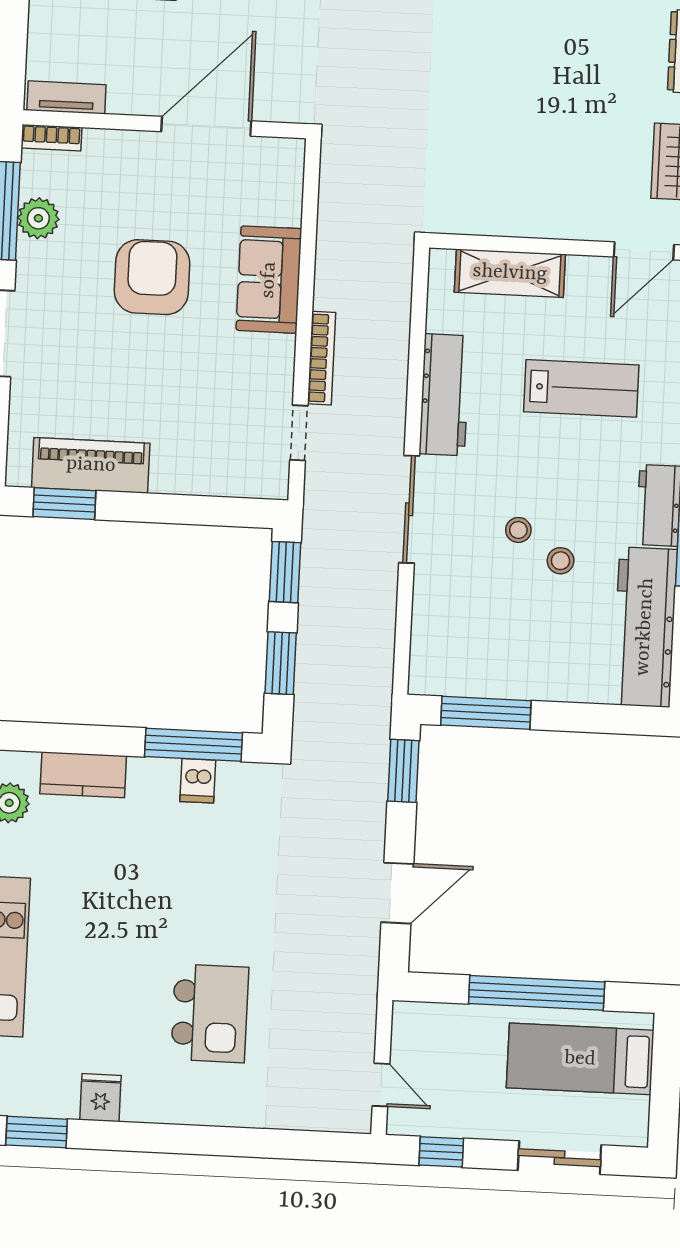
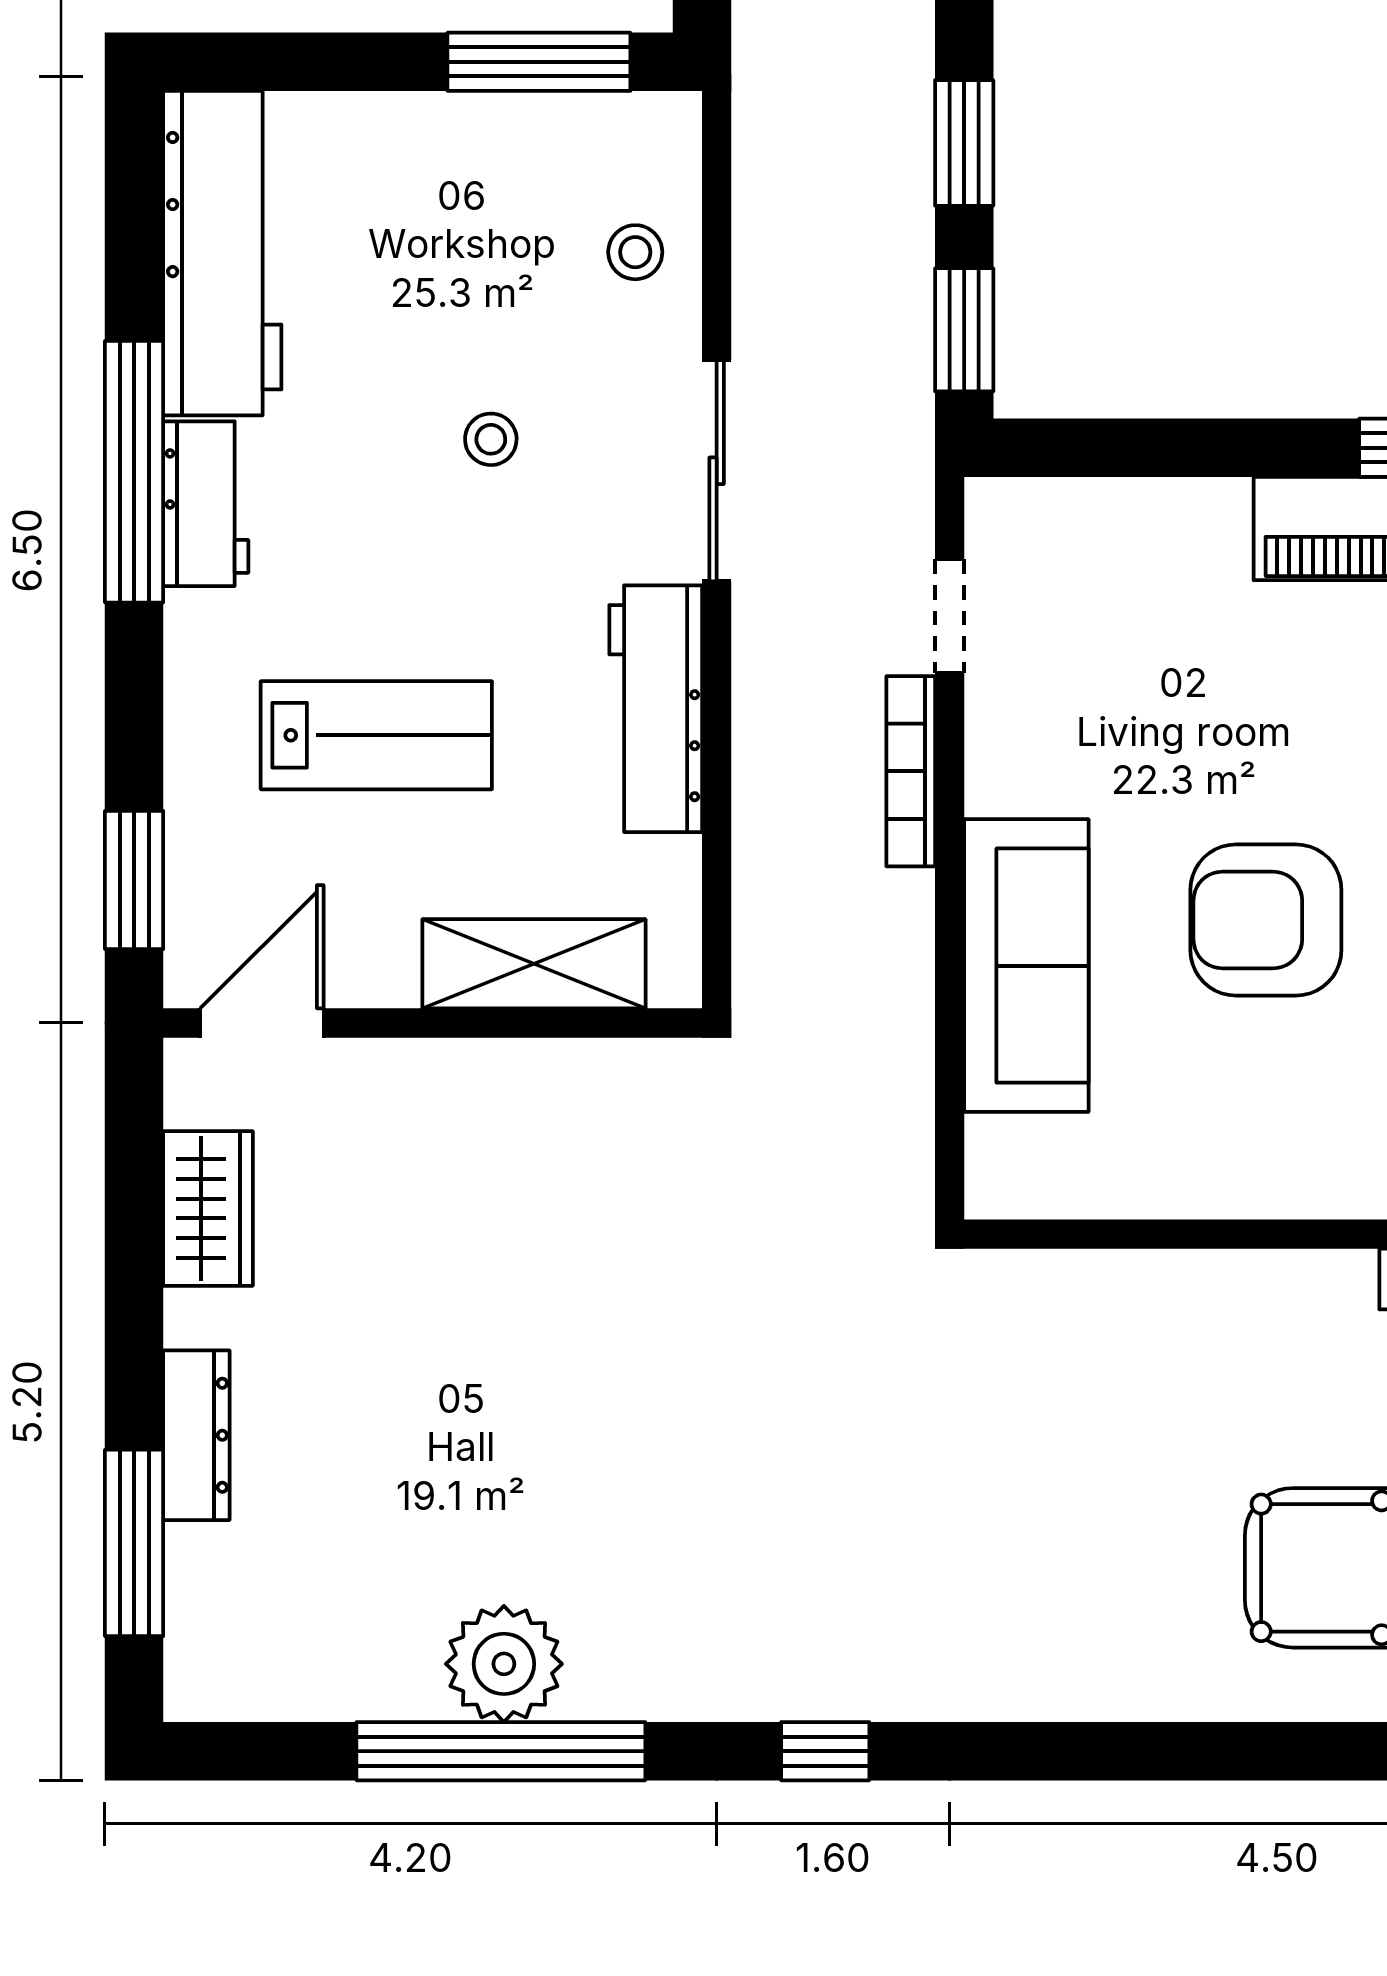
door: (206, 126) -> (1170, 1234), removed
armchair: (152, 277) -> (1266, 920), turned 90
sofa: (269, 280) -> (1026, 966), width x1.36
lab bench: (581, 388) -> (376, 735), turned 180
stool: (561, 561) -> (635, 252), moved

